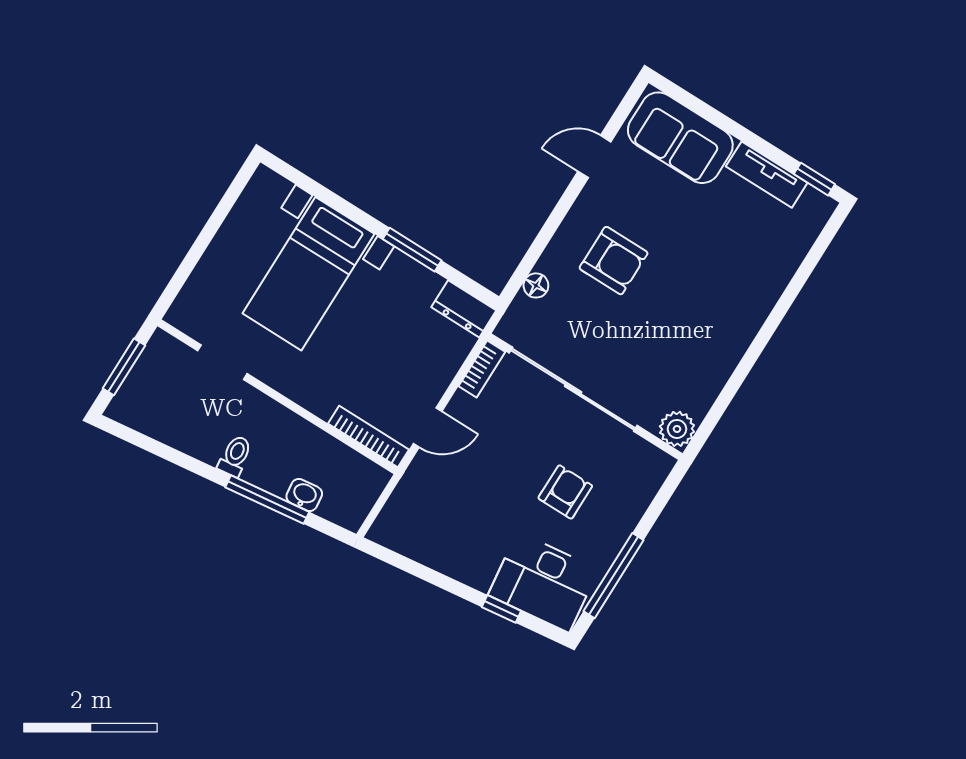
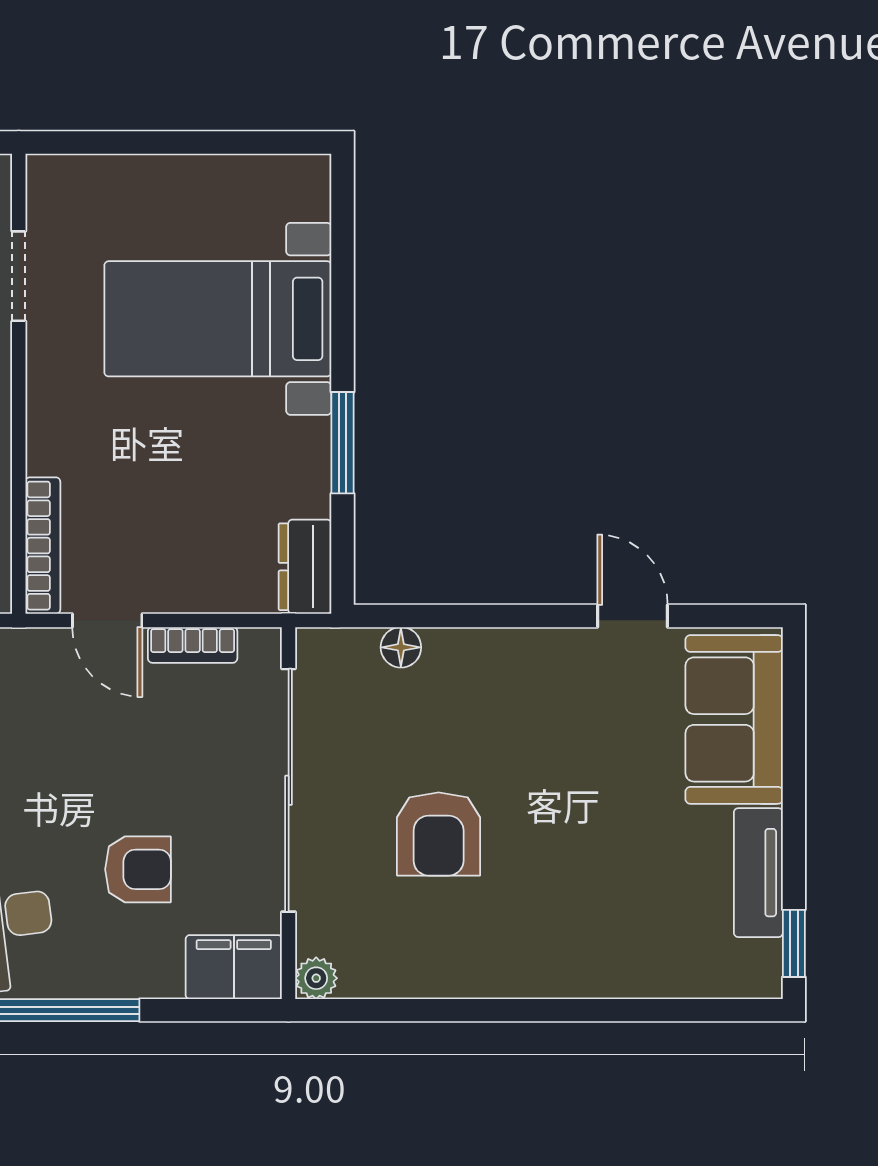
armchair: (614, 261) -> (439, 834), moved
bookcase: (482, 369) -> (193, 645), moved
plant: (677, 429) -> (316, 978), width x0.73, depth x0.73
filing cabinet: (646, 474) -> (234, 967), added

